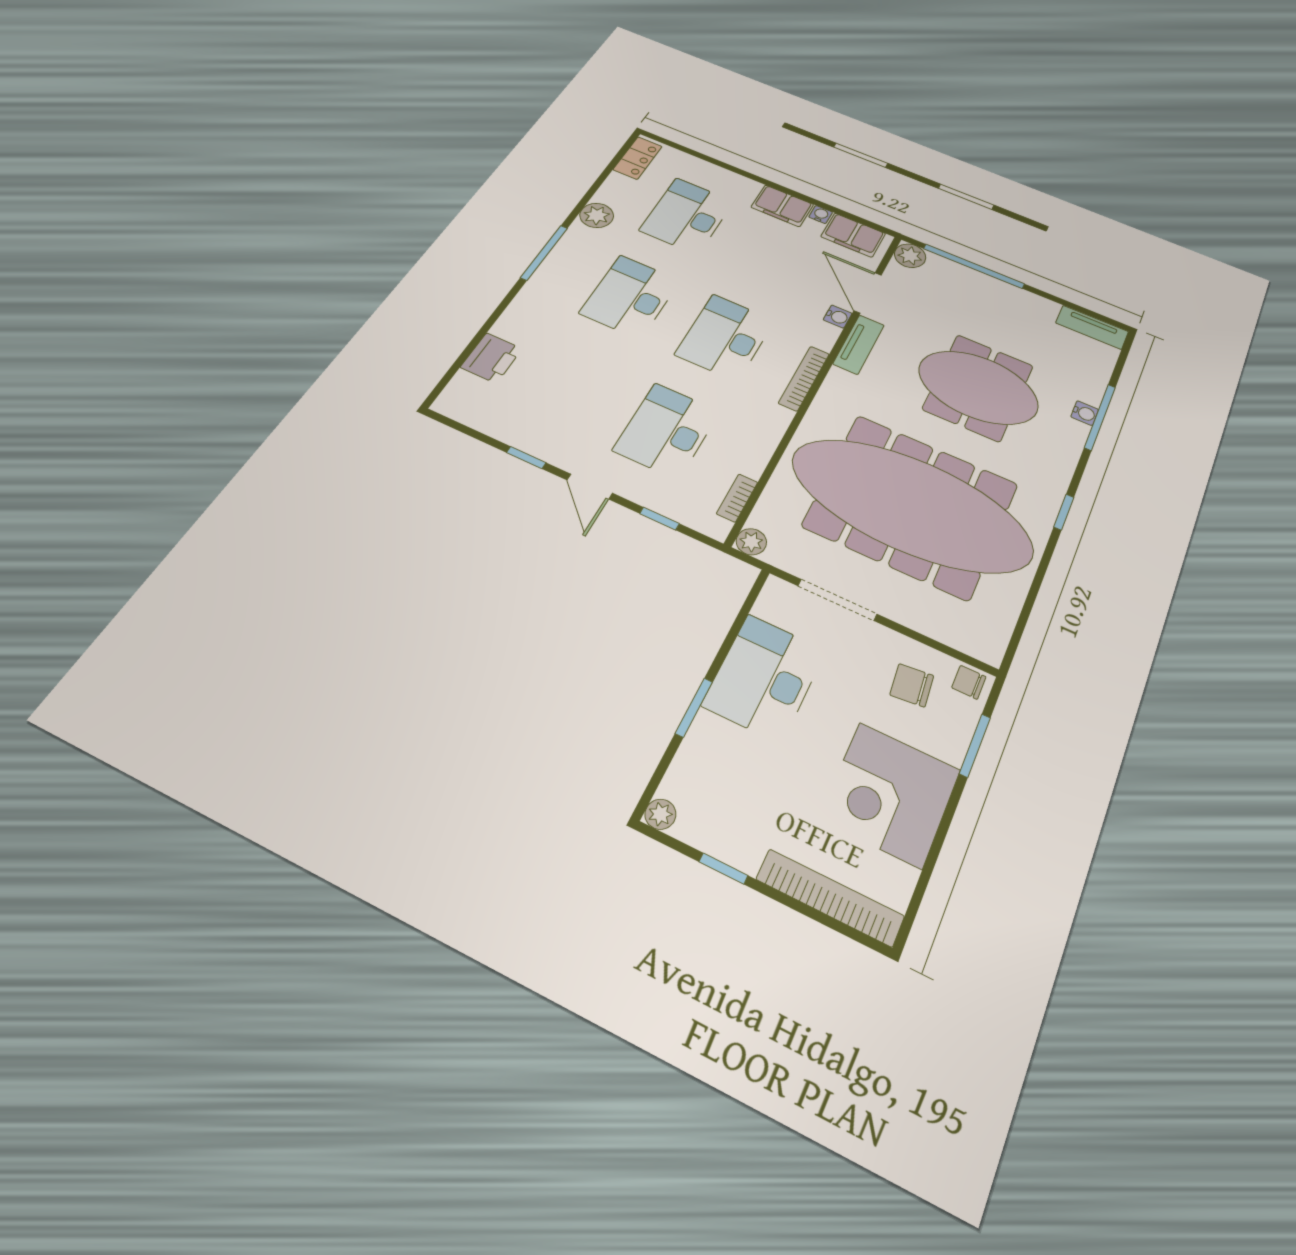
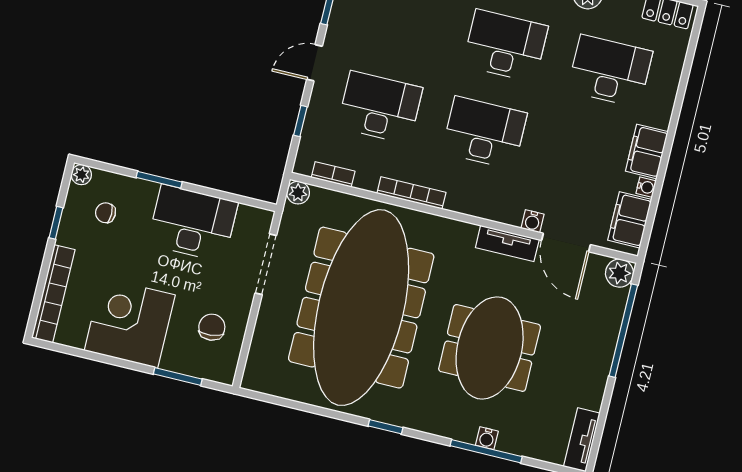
door: (868, 293) -> (566, 242), swing flipped
bookcase: (804, 378) -> (411, 193), moved
chair: (969, 682) -> (106, 213), moved, turned -90

